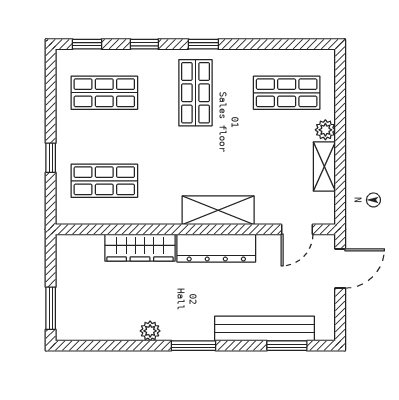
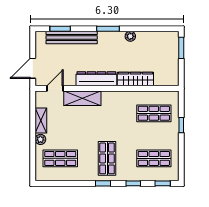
shelving: (218, 210) -> (82, 98), moved

